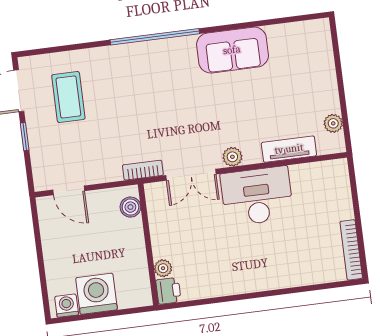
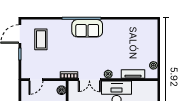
sofa: (232, 50) -> (87, 28), moved
door: (69, 190) -> (36, 80), hinge flipped

